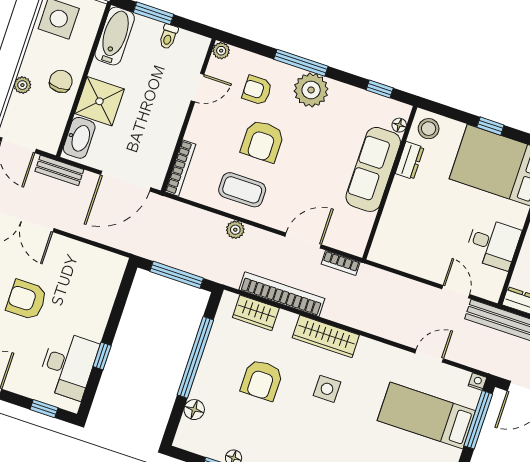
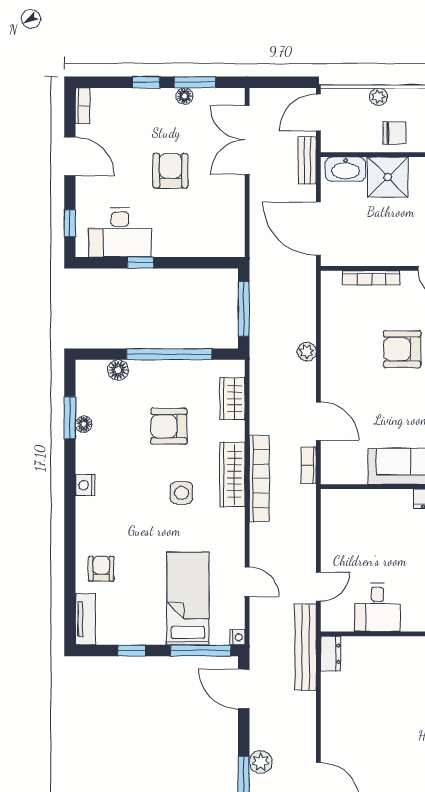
bookcase: (180, 168) -> (371, 278), moved
coffee table: (242, 190) -> (348, 345), removed
bookcase: (282, 294) -> (259, 479), moved

